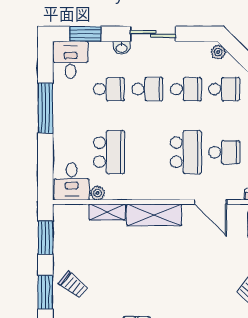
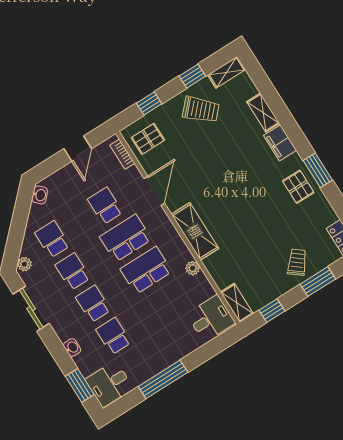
sliding door: (153, 34) -> (31, 309), moved
school desk: (109, 152) -> (146, 270), moved
plant: (98, 193) -> (193, 268), moved
shelving: (107, 212) -> (237, 303), moved
window: (45, 238) -> (272, 311), width x0.67

